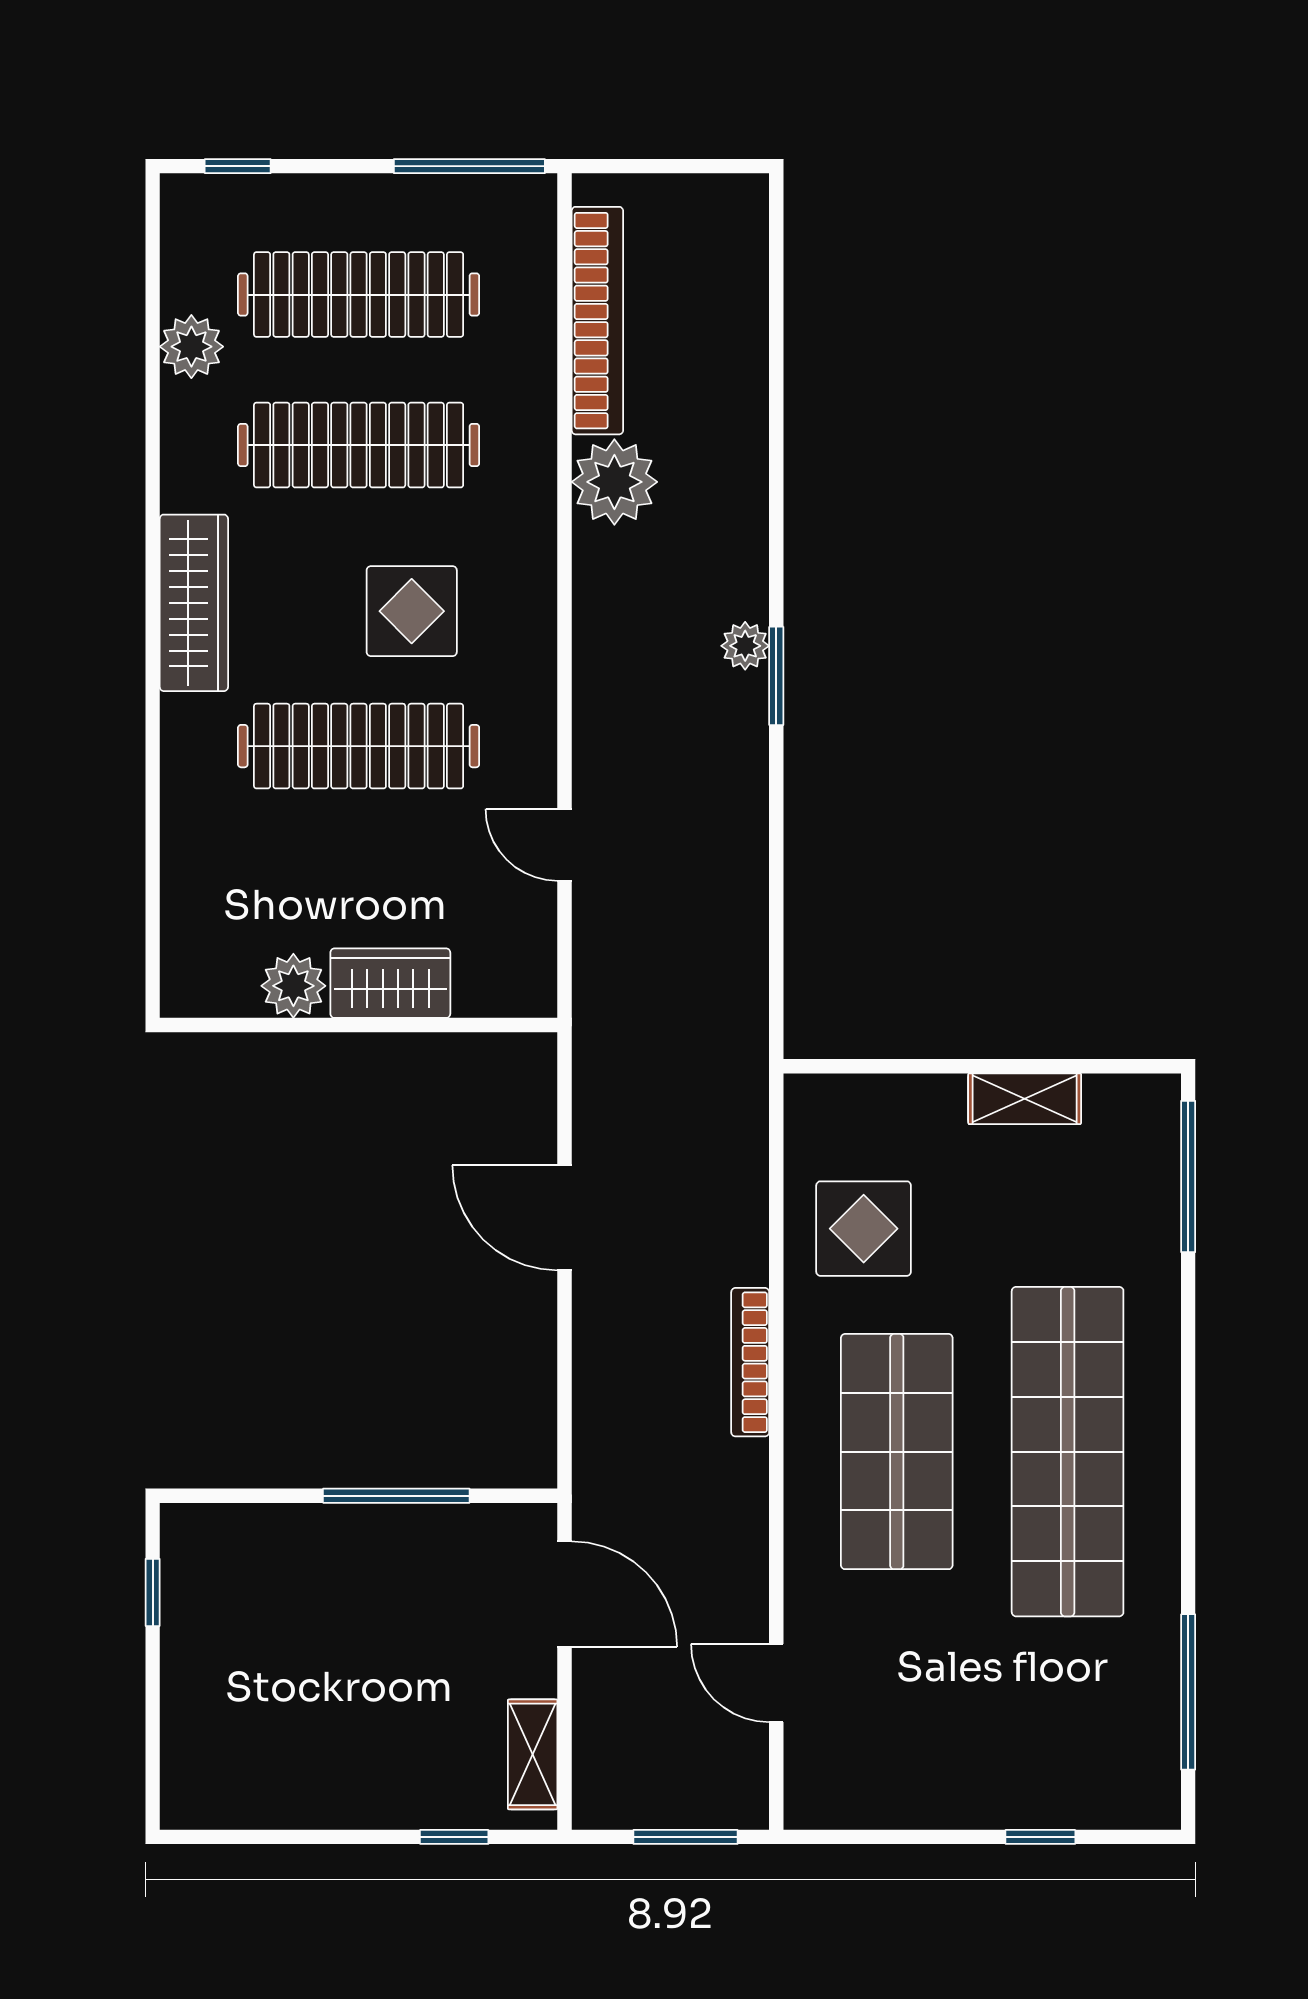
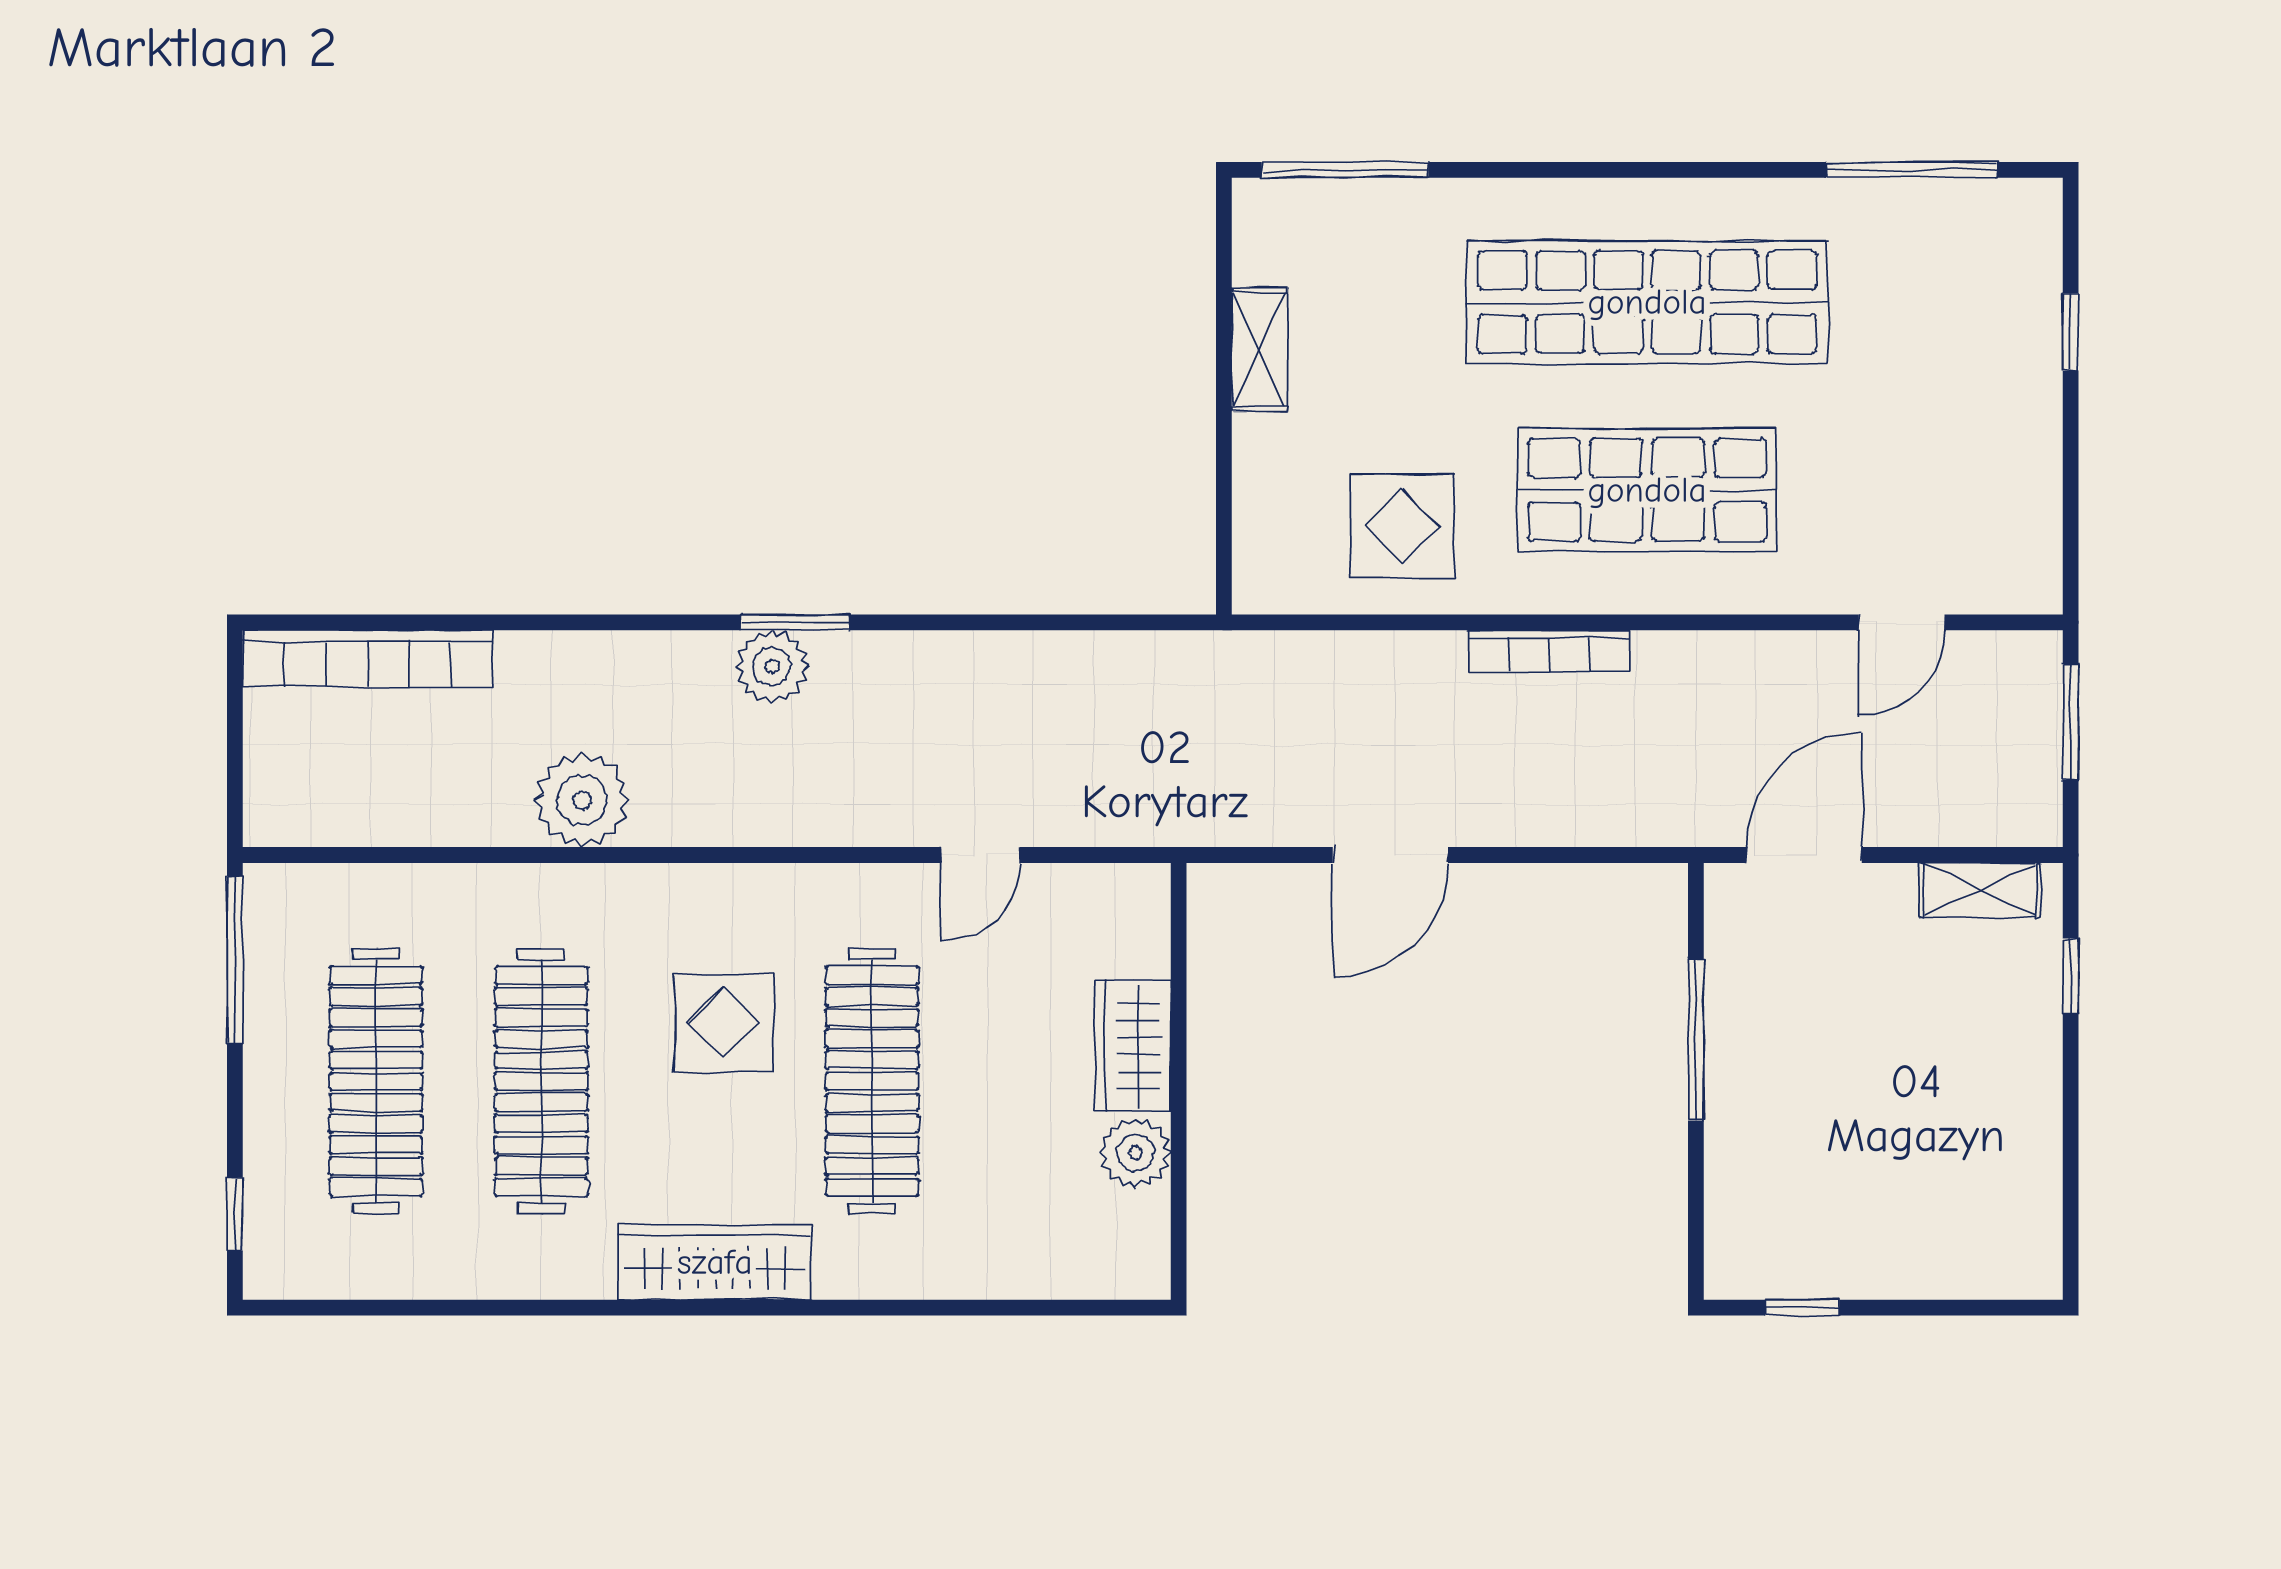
bookcase: (597, 321) -> (368, 658), moved, turned 180
plant: (191, 347) -> (433, 1265), removed
plant: (745, 646) -> (772, 666), width x1.38, depth x1.38

